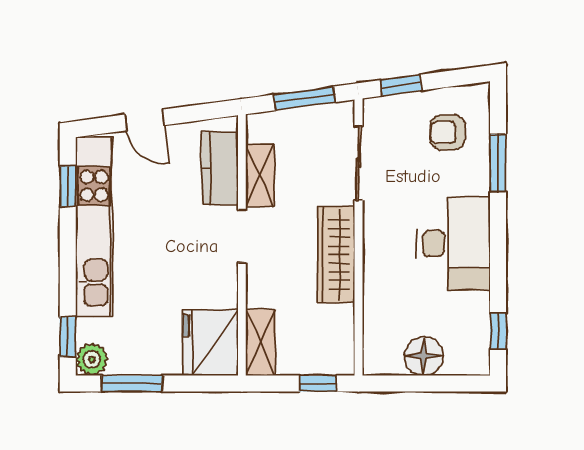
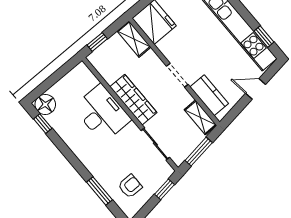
shelving: (260, 175) -> (200, 117), moved
desk: (454, 244) -> (102, 113), moved, turned 180
floor lamp: (424, 356) -> (45, 104), moved

